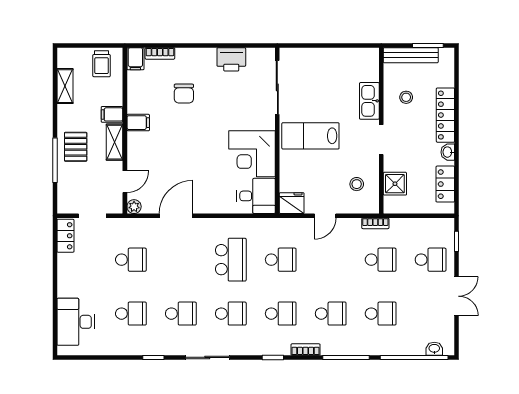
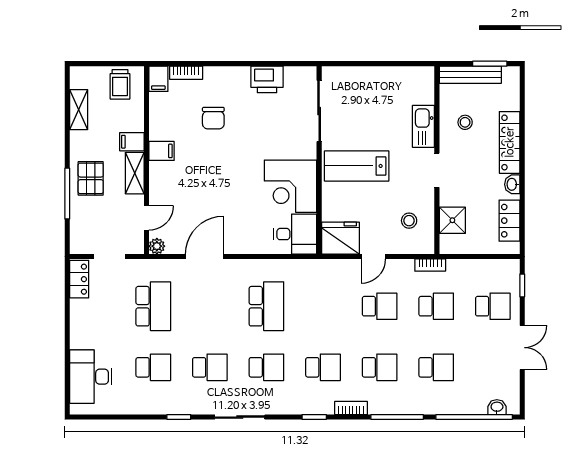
fridge: (292, 203) -> (340, 238), width x1.36, depth x1.34
school desk: (131, 260) -> (153, 306), width x1.85
school desk: (281, 260) -> (380, 306), moved

